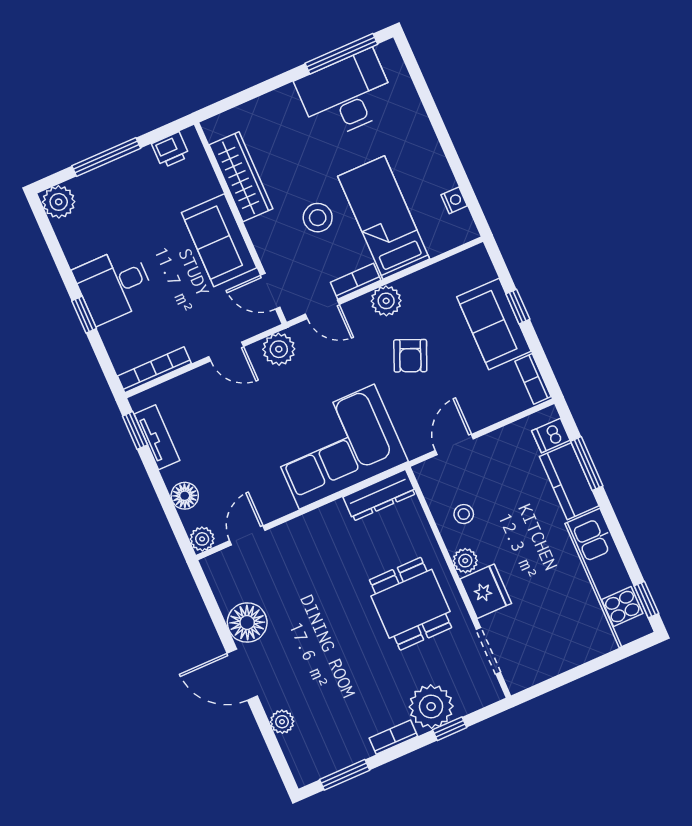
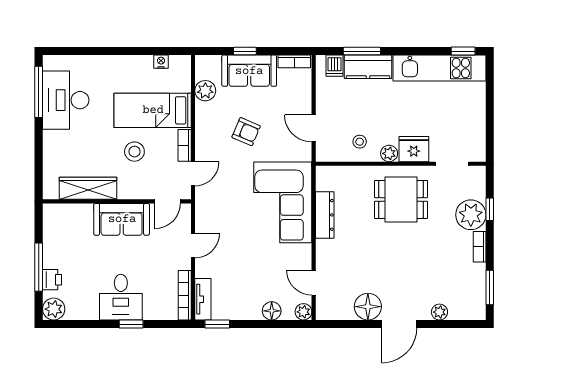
printer: (171, 150) -> (52, 280), moved
plant: (386, 301) -> (205, 91), moved
plant: (279, 349) -> (206, 212), removed
tv unit: (157, 437) -> (203, 299), moved, turned 90
dresser: (379, 495) -> (325, 215), moved

